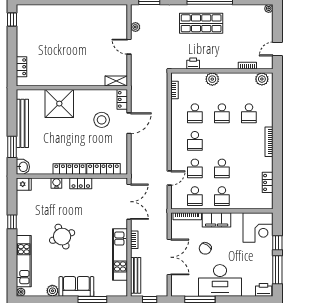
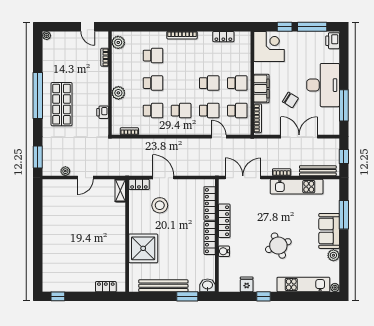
locker: (81, 183) -> (224, 221), width x1.53
fridge: (24, 184) -> (247, 284), moved

